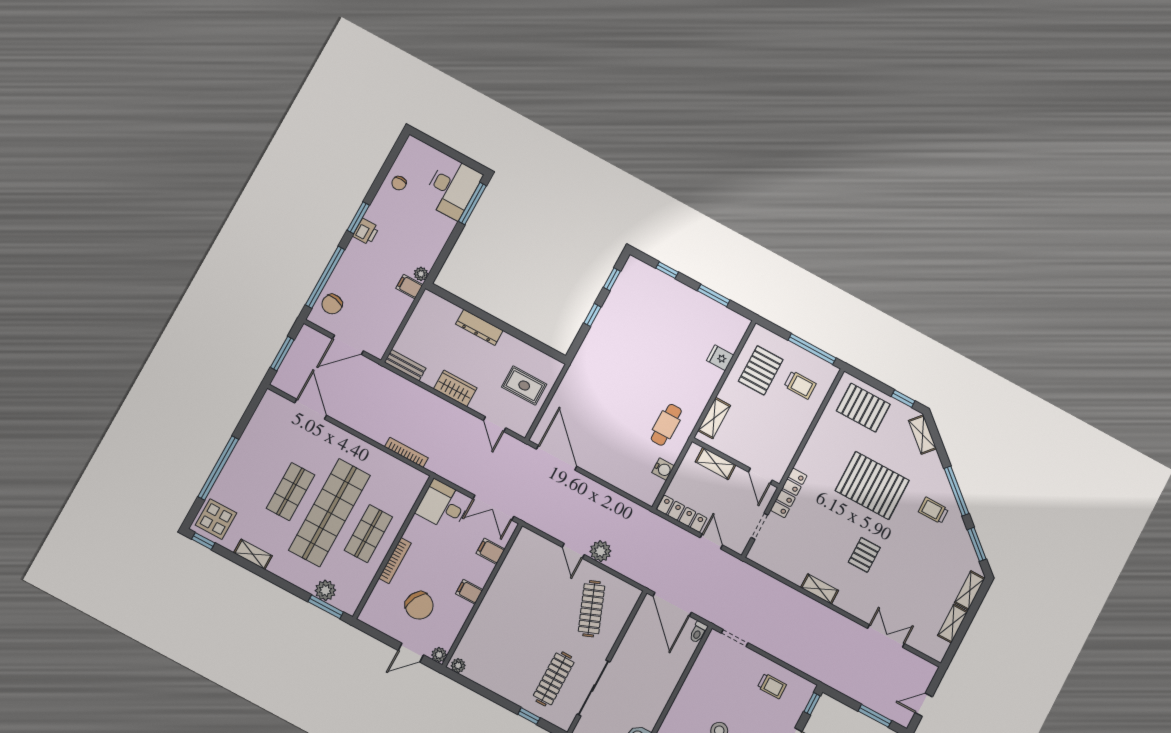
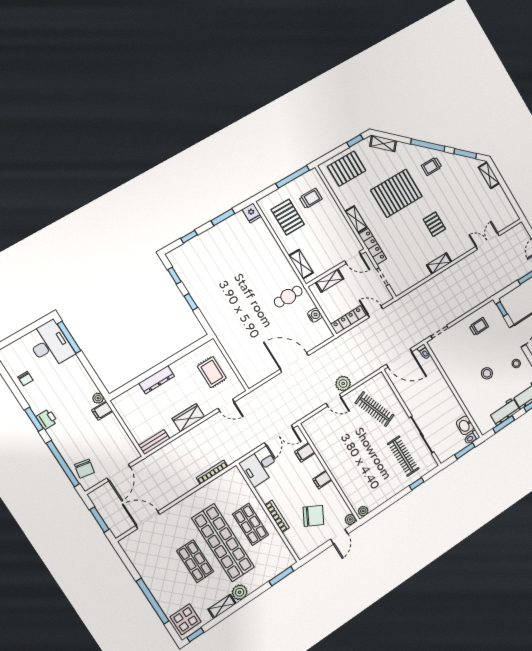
fridge: (720, 358) -> (252, 213), moved, turned -90
rug: (524, 386) -> (212, 372), turned 90
cafe table: (666, 425) -> (288, 297), turned 90
door: (557, 458) -> (294, 362), moved
plant: (325, 590) -> (240, 592), moved
shelving: (953, 624) -> (356, 219), moved

